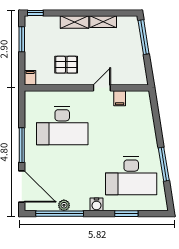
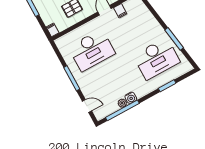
door: (22, 187) -> (87, 106), width x0.53
water cooler: (96, 204) -> (131, 98), moved

